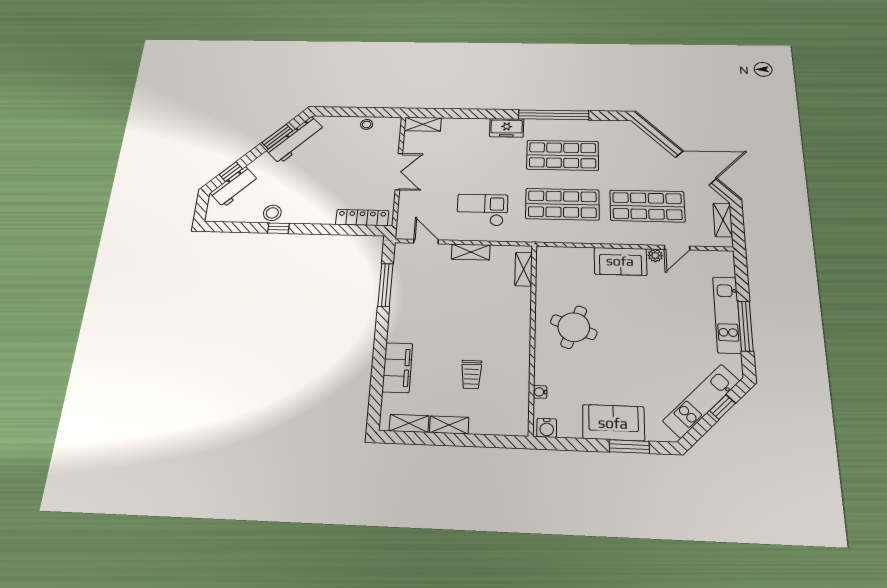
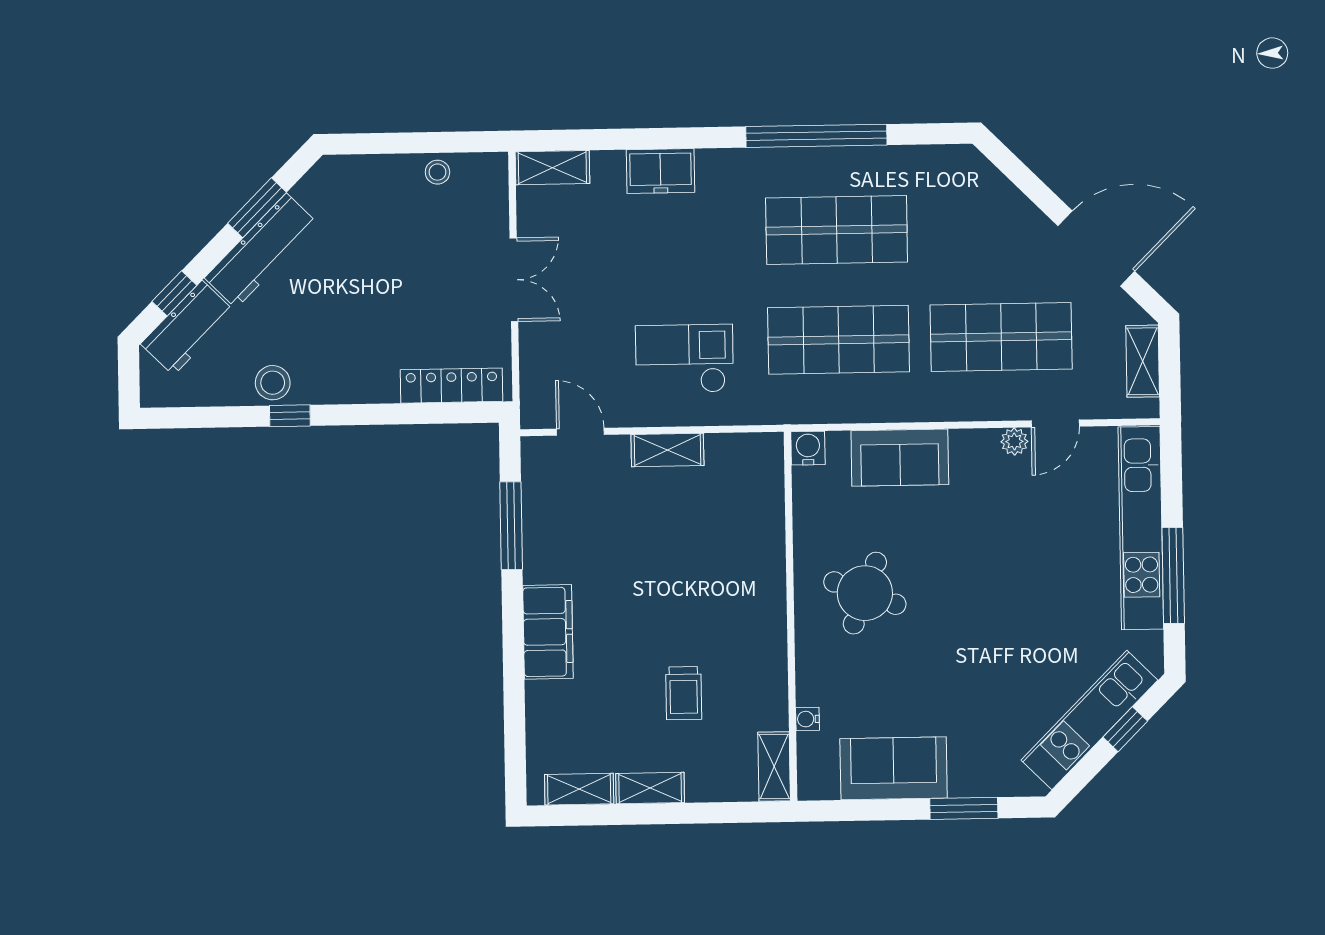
freezer: (507, 128) -> (661, 171), moved
workbench: (296, 140) -> (261, 251), moved
sofa: (620, 261) -> (900, 458), moved
shelving: (524, 269) -> (774, 766), moved
kitchen unit: (727, 315) -> (1141, 528), width x1.36
filing cabinet: (397, 368) -> (548, 632), moved
sofa: (613, 423) -> (894, 768), moved
water cooler: (547, 428) -> (808, 448), moved, turned 180

